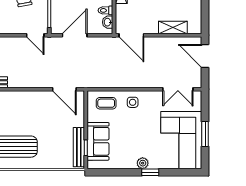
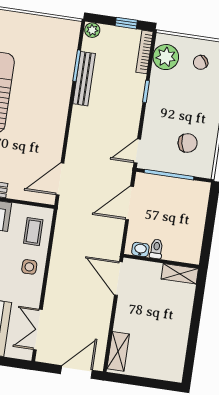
shelving: (173, 27) -> (118, 351), moved
door: (75, 35) -> (130, 203), swing flipped
door: (131, 35) -> (118, 278), hinge flipped

